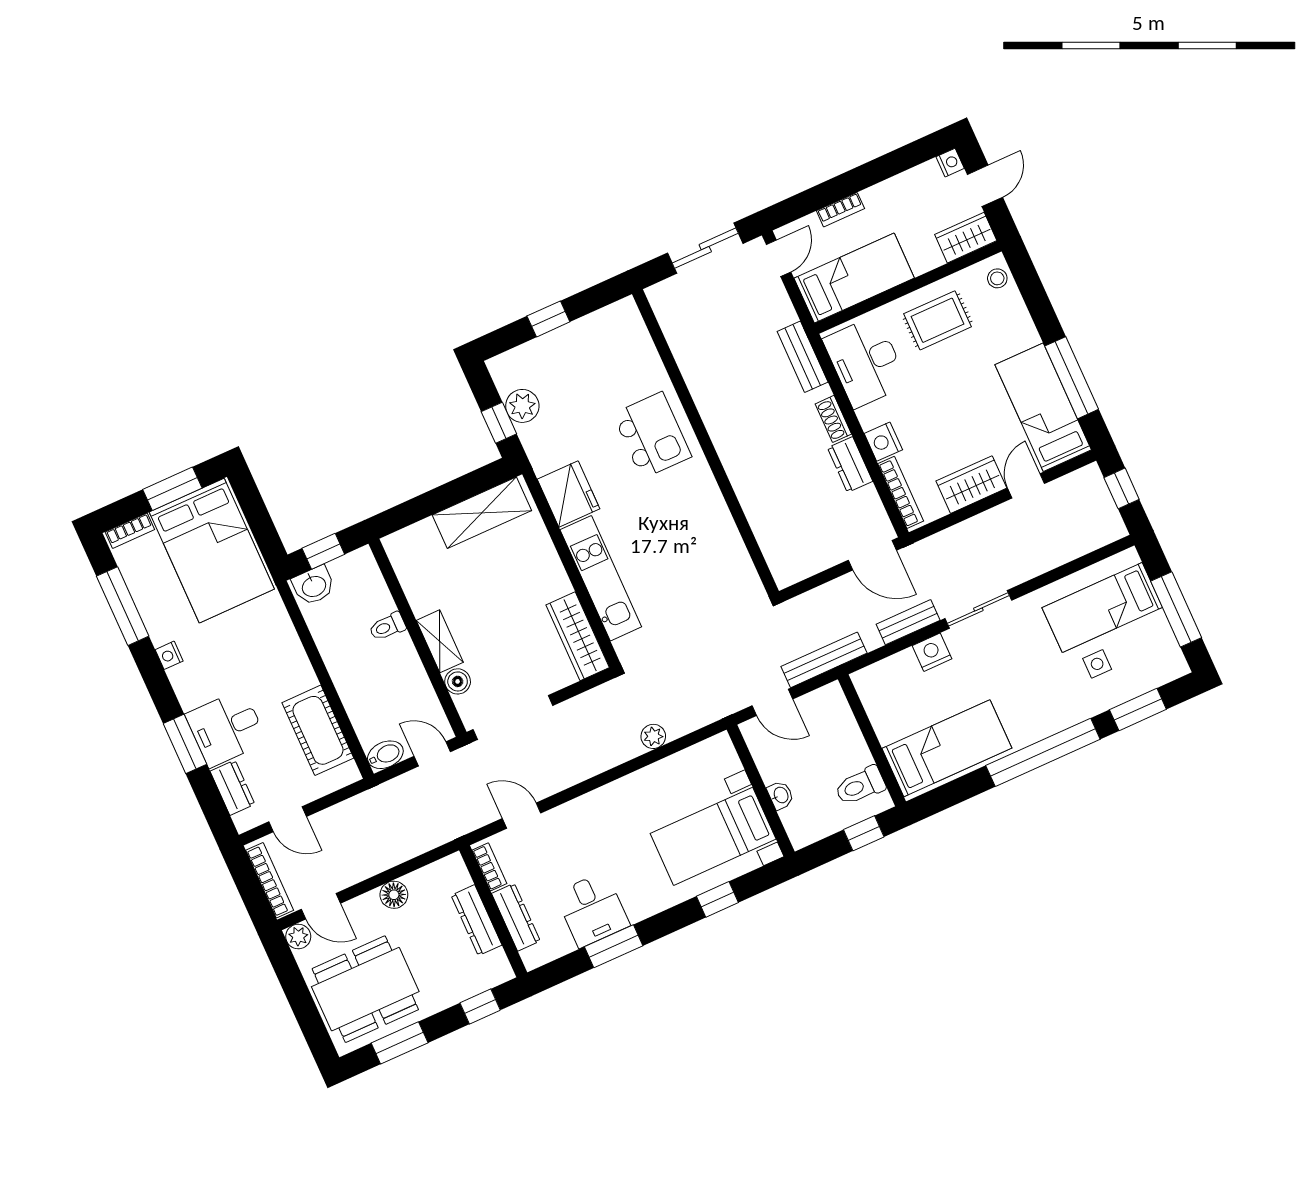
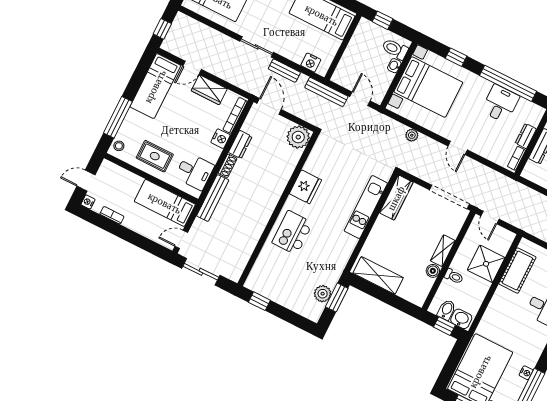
bookcase: (840, 210) -> (112, 215), moved
wardrobe: (966, 238) -> (113, 172), removed
window: (548, 319) -> (259, 301), moved
bench: (803, 357) -> (213, 198), width x1.36
desk: (865, 362) -> (195, 171), width x0.73
window: (1072, 378) -> (118, 117), moved
window: (499, 423) -> (337, 298), width x1.50
fridge: (569, 494) -> (305, 187), moved, turned 180
plant: (790, 562) -> (298, 137), added
nightstand: (932, 652) -> (311, 63), moved
nightstand: (169, 655) -> (526, 373), moved
boiler: (458, 681) -> (433, 271), moved
shower: (367, 691) -> (486, 264), added
bidet: (385, 755) -> (447, 310), moved, turned 90
toilet: (860, 786) -> (395, 49), moved, turned 180
door: (522, 816) -> (458, 148), moved
bed with nightstands: (713, 836) -> (428, 87), width x1.36
dresser: (516, 917) -> (526, 136), width x0.70
window: (614, 946) -> (508, 83), width x2.11

